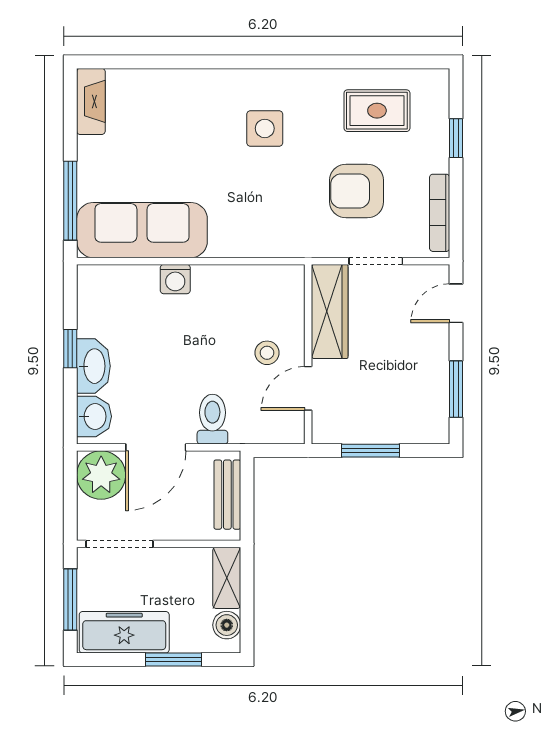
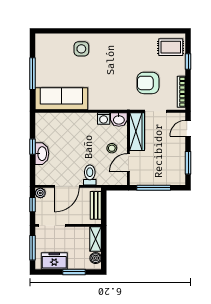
fireplace: (91, 101) -> (41, 47), removed
rug: (377, 111) -> (171, 47), moved
side table: (265, 128) -> (81, 49), moved
window: (70, 201) -> (32, 74), moved
washing machine: (175, 279) -> (104, 119), moved
washbasin: (94, 416) -> (119, 120), moved, turned 90
window: (371, 451) -> (154, 188), width x1.44
plant: (101, 475) -> (40, 193), width x0.53, depth x0.53
window: (70, 493) -> (32, 205), added
freezer: (124, 632) -> (54, 261), width x0.71

